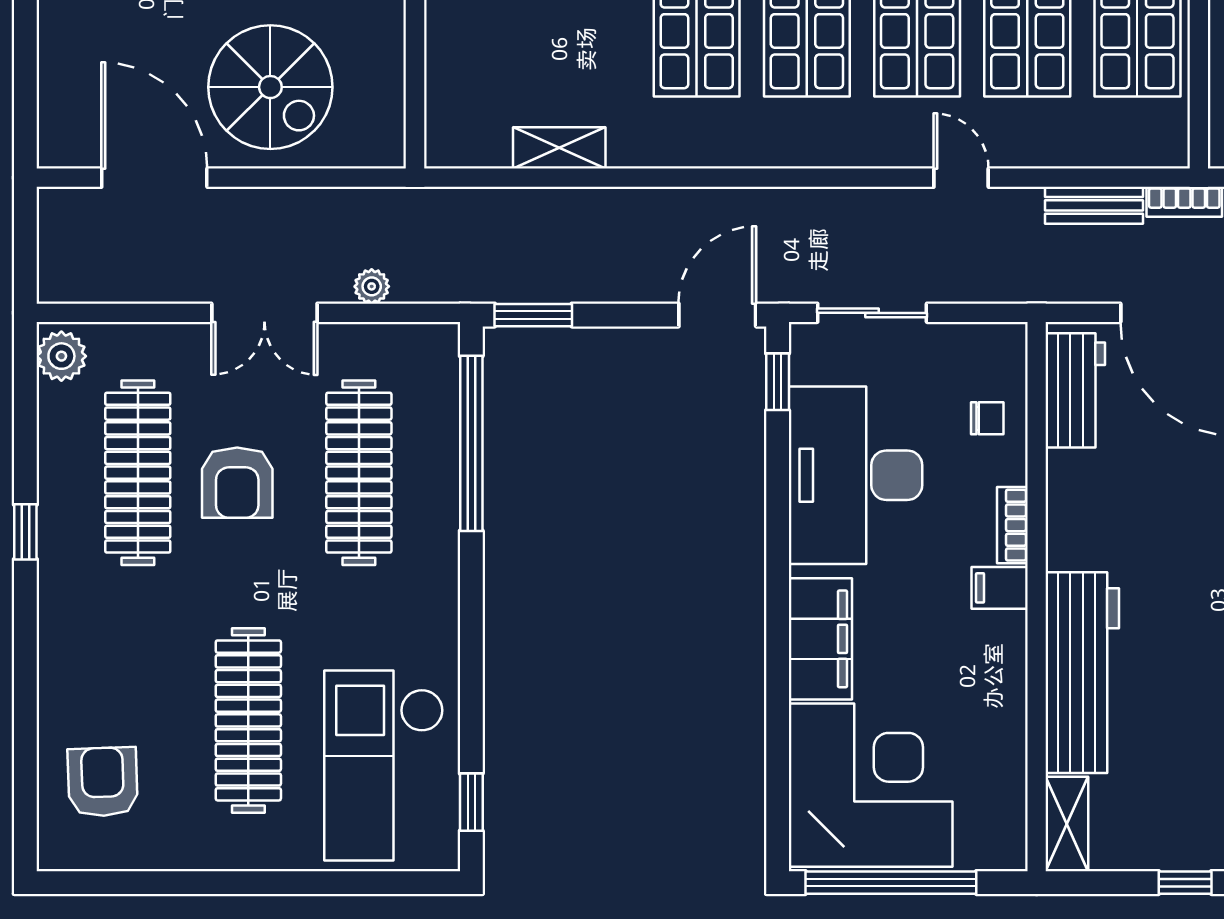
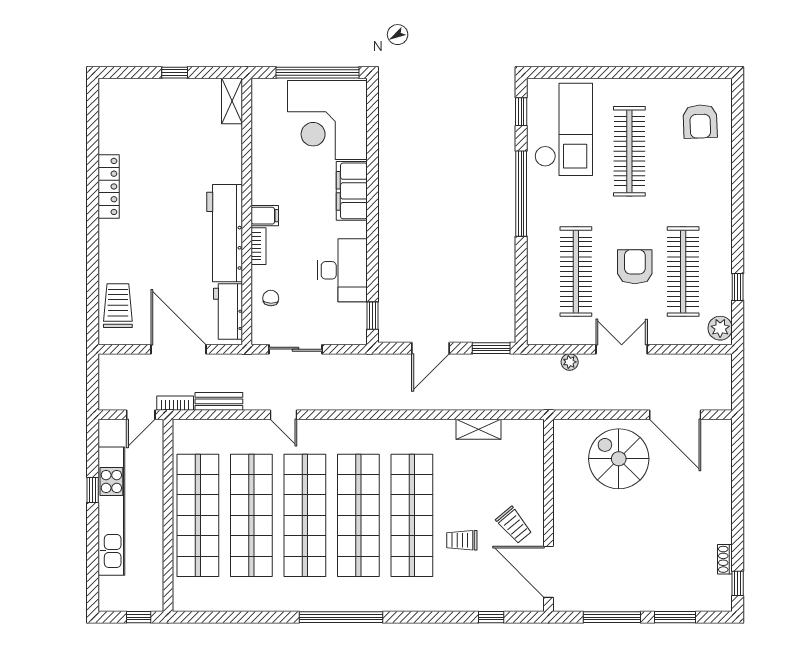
sliding door: (872, 313) -> (295, 349), moved
door: (717, 315) -> (431, 348), moved
chair: (987, 418) -> (271, 298), turned 92
window: (471, 443) -> (521, 194), moved
desk: (855, 475) -> (342, 270), width x0.73, depth x0.77
window: (25, 532) -> (738, 287), moved
workbench: (1082, 673) -> (225, 233), moved

